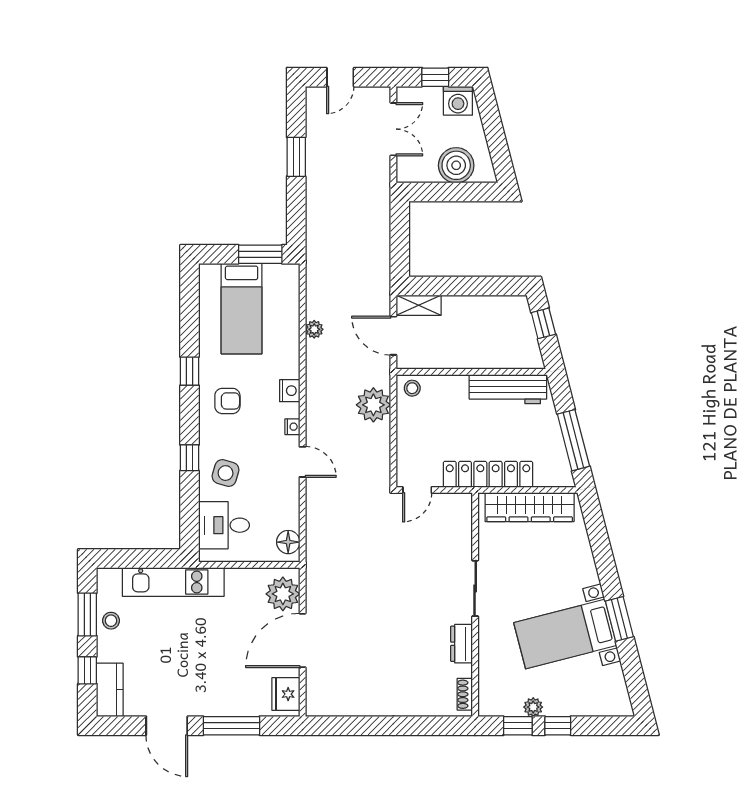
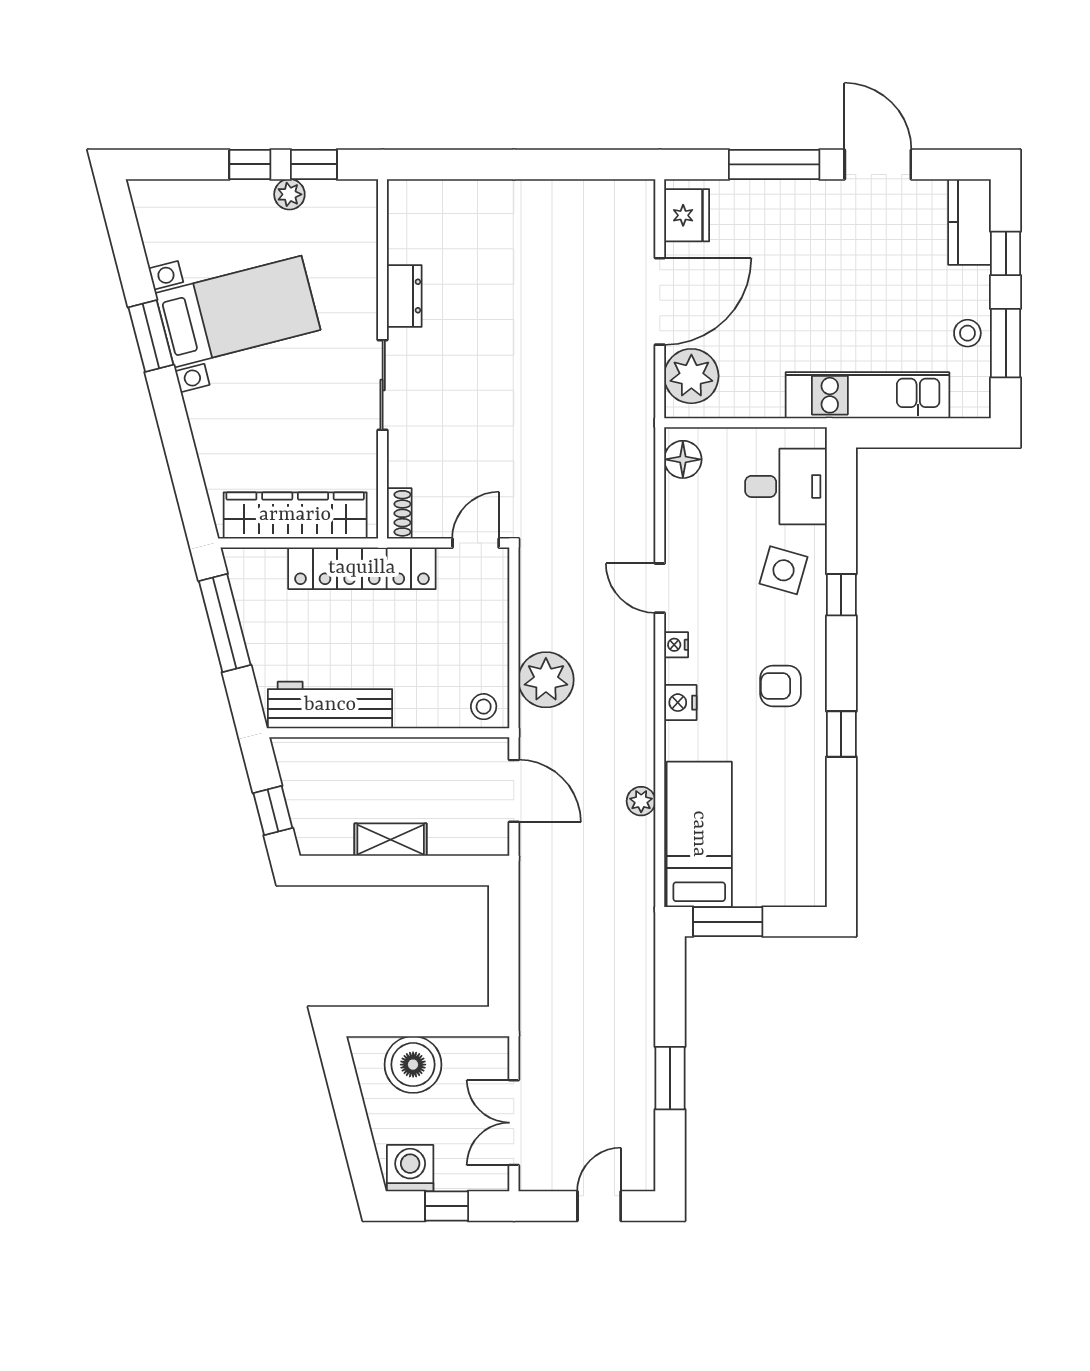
shelving: (419, 305) -> (391, 840), moved
bed: (242, 309) -> (699, 834), moved
shoe rack: (465, 694) -> (399, 513), moved

